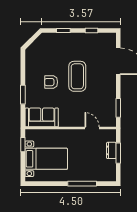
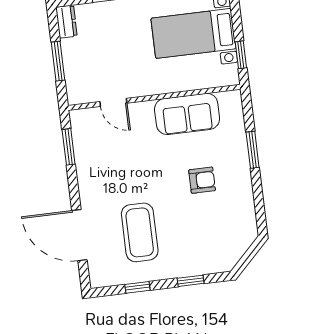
coffee table: (77, 76) -> (140, 232), moved
sofa: (42, 117) -> (187, 114), moved
dresser: (111, 150) -> (66, 22), moved

